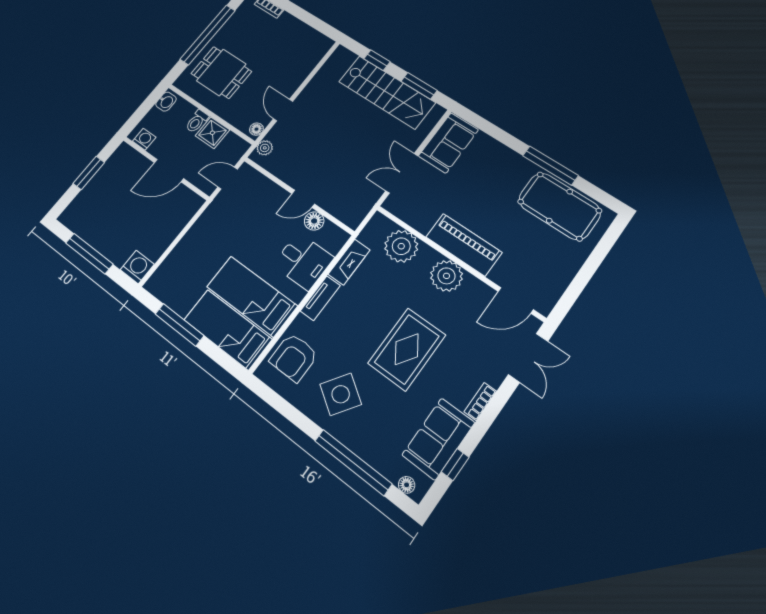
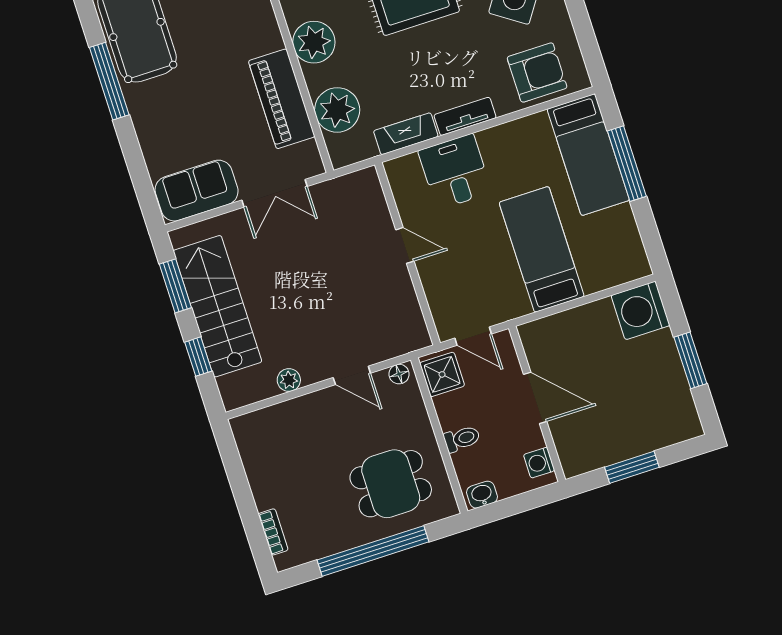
dining table: (221, 72) -> (391, 484), turned 90
door: (283, 110) -> (352, 375), hinge flipped
shower: (212, 133) -> (442, 374), moved
plant: (265, 148) -> (289, 380), moved
floor lamp: (314, 221) -> (411, 210), removed
piano: (464, 245) -> (282, 99), moved
window: (89, 254) -> (690, 360), width x0.69
washing machine: (137, 267) -> (640, 310), width x1.37, depth x1.37
bed: (252, 296) -> (542, 249), moved, turned 180
window: (179, 325) -> (627, 164), moved

